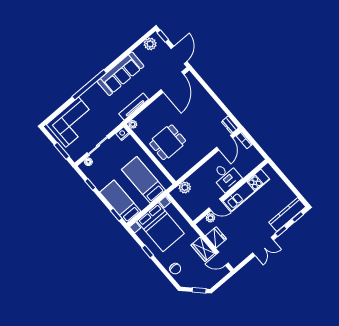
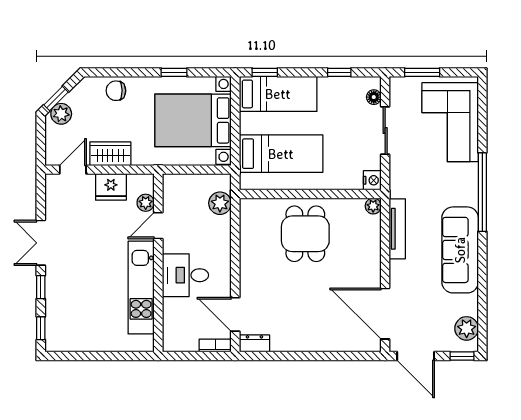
kitchen counter: (287, 215) -> (57, 316), removed
plant: (204, 283) -> (61, 114), added

